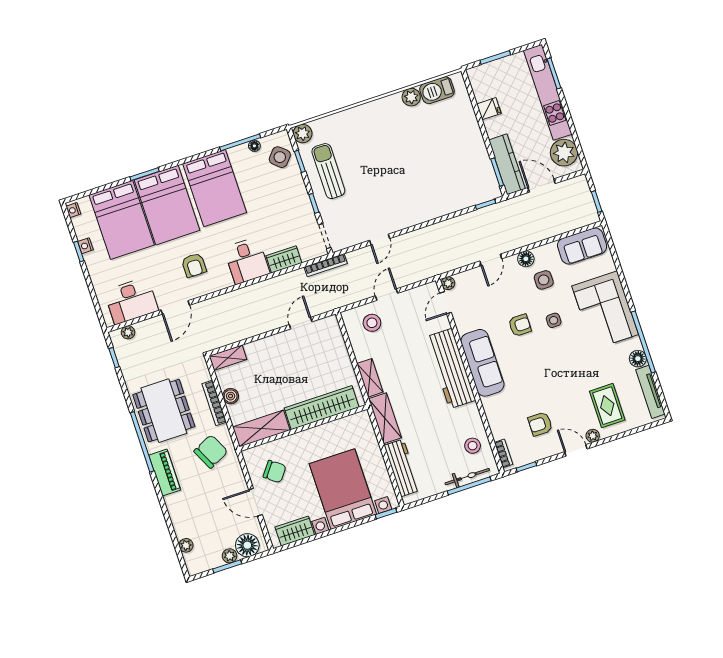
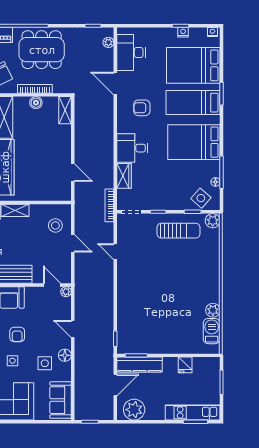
kitchen unit: (548, 92) -> (193, 413), width x0.73
bed: (167, 205) -> (193, 103), width x0.67

